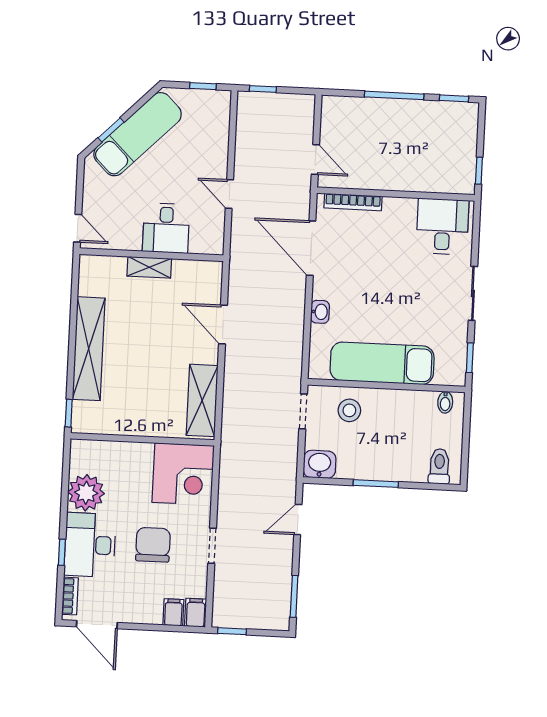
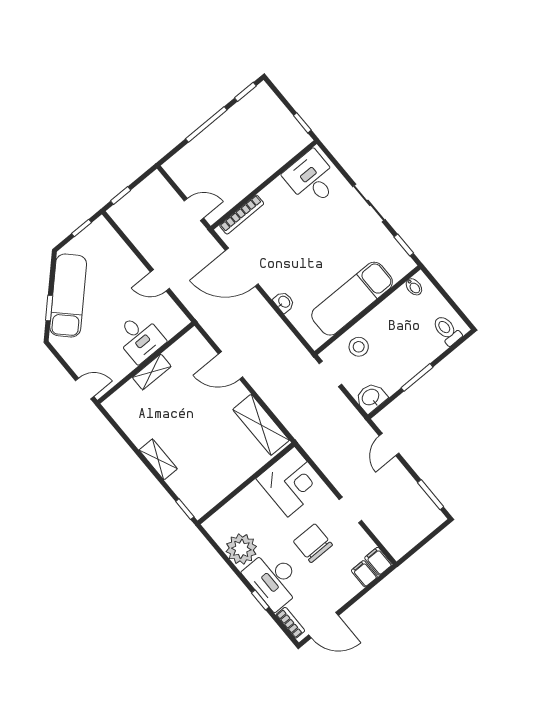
shelving: (89, 349) -> (158, 459), width x0.45, depth x0.75
window: (232, 631) -> (412, 552), removed

